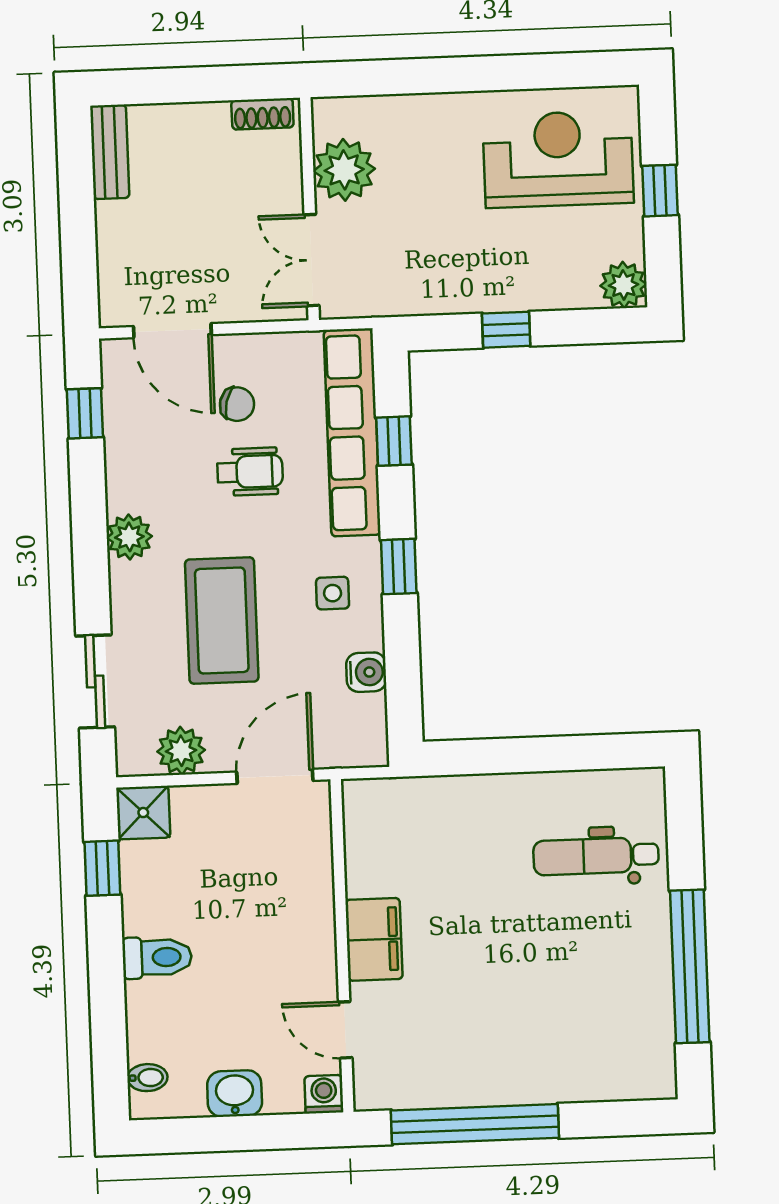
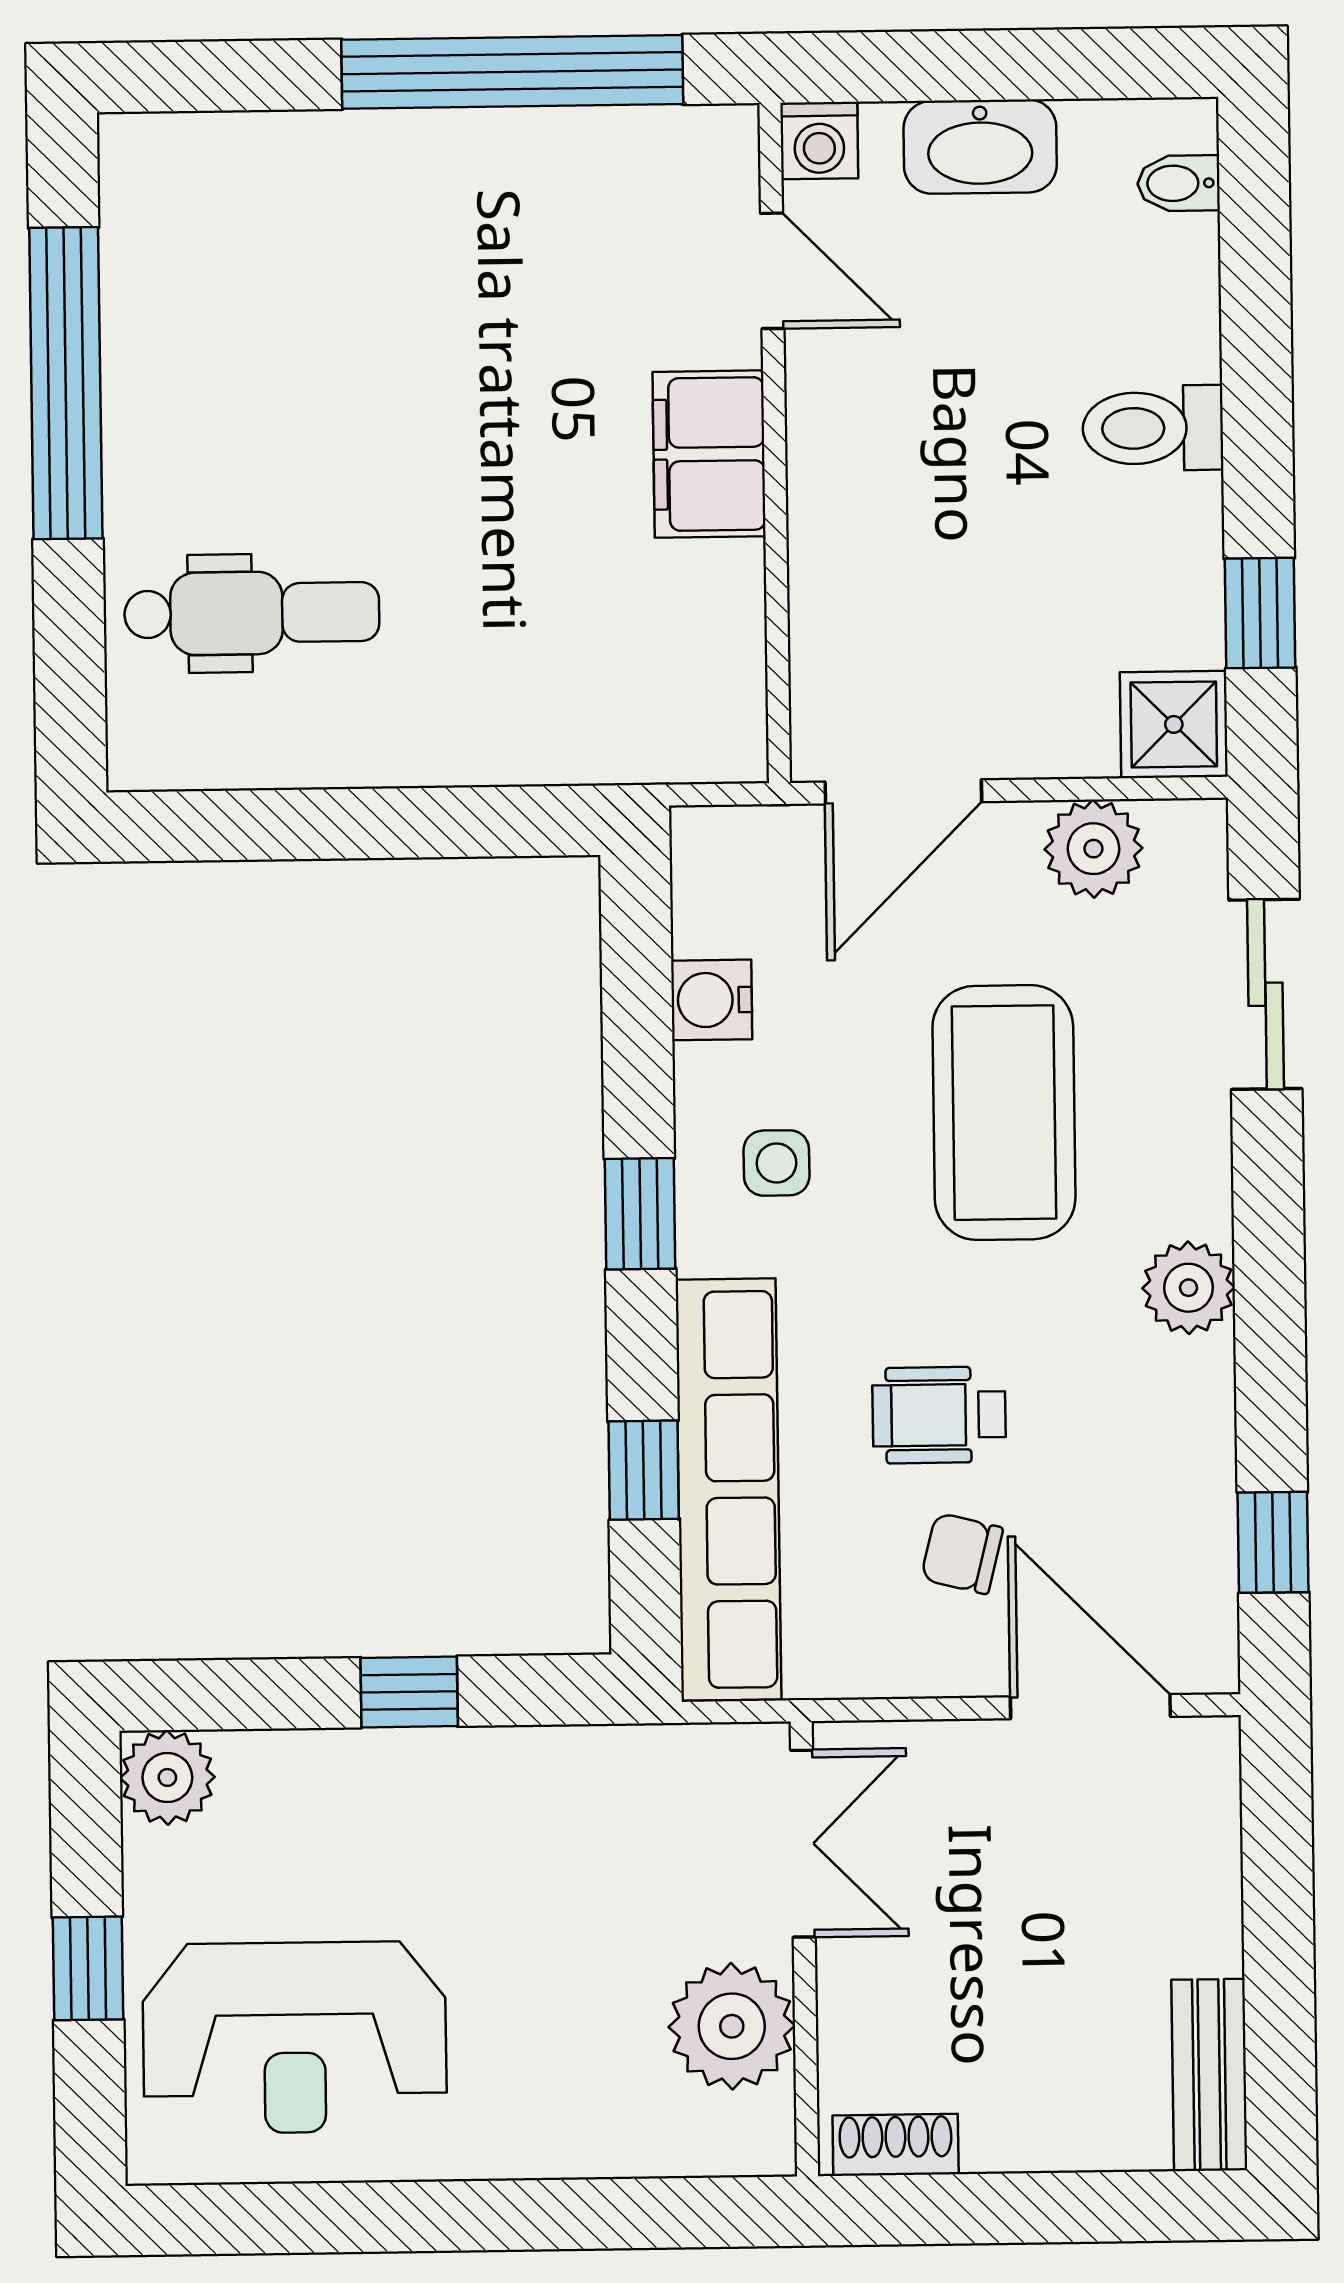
washbasin: (235, 1094) -> (980, 147), width x1.38

